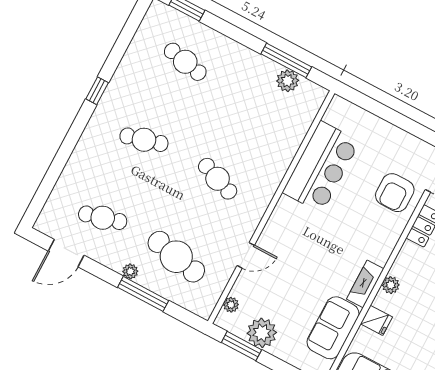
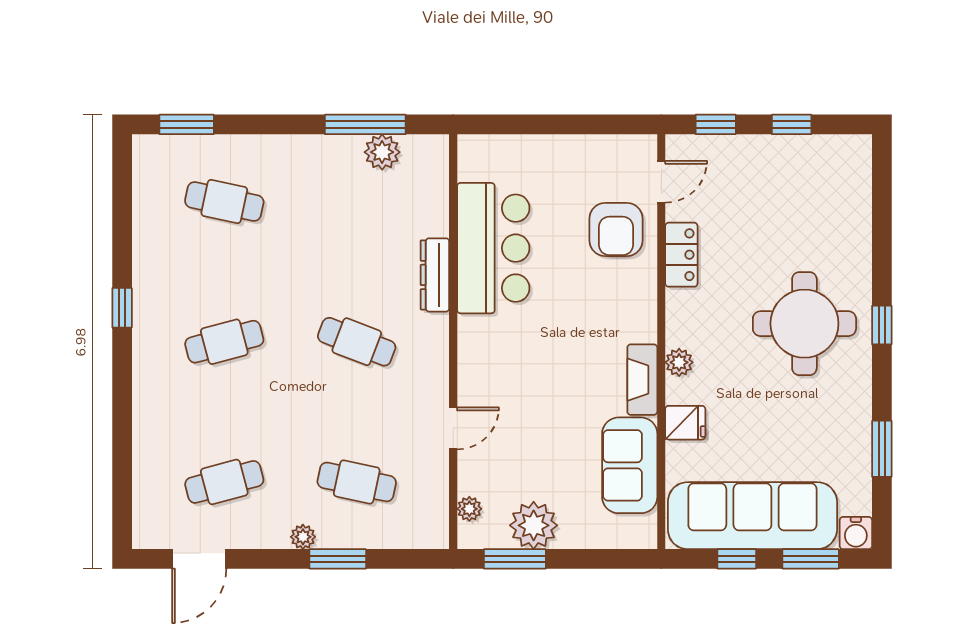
dresser: (281, 165) -> (435, 275), added
cafe table: (176, 257) -> (357, 482), width x0.73, depth x0.74
window: (143, 294) -> (338, 559), width x0.69

